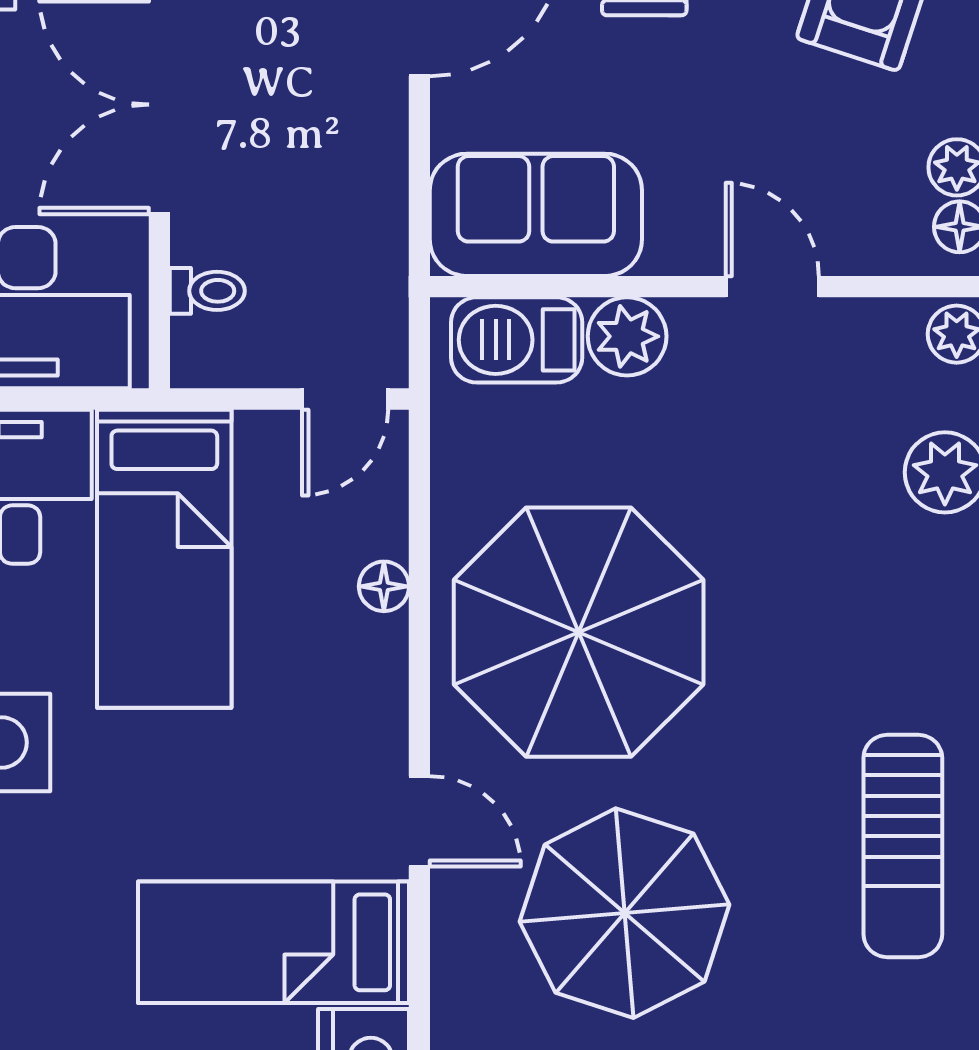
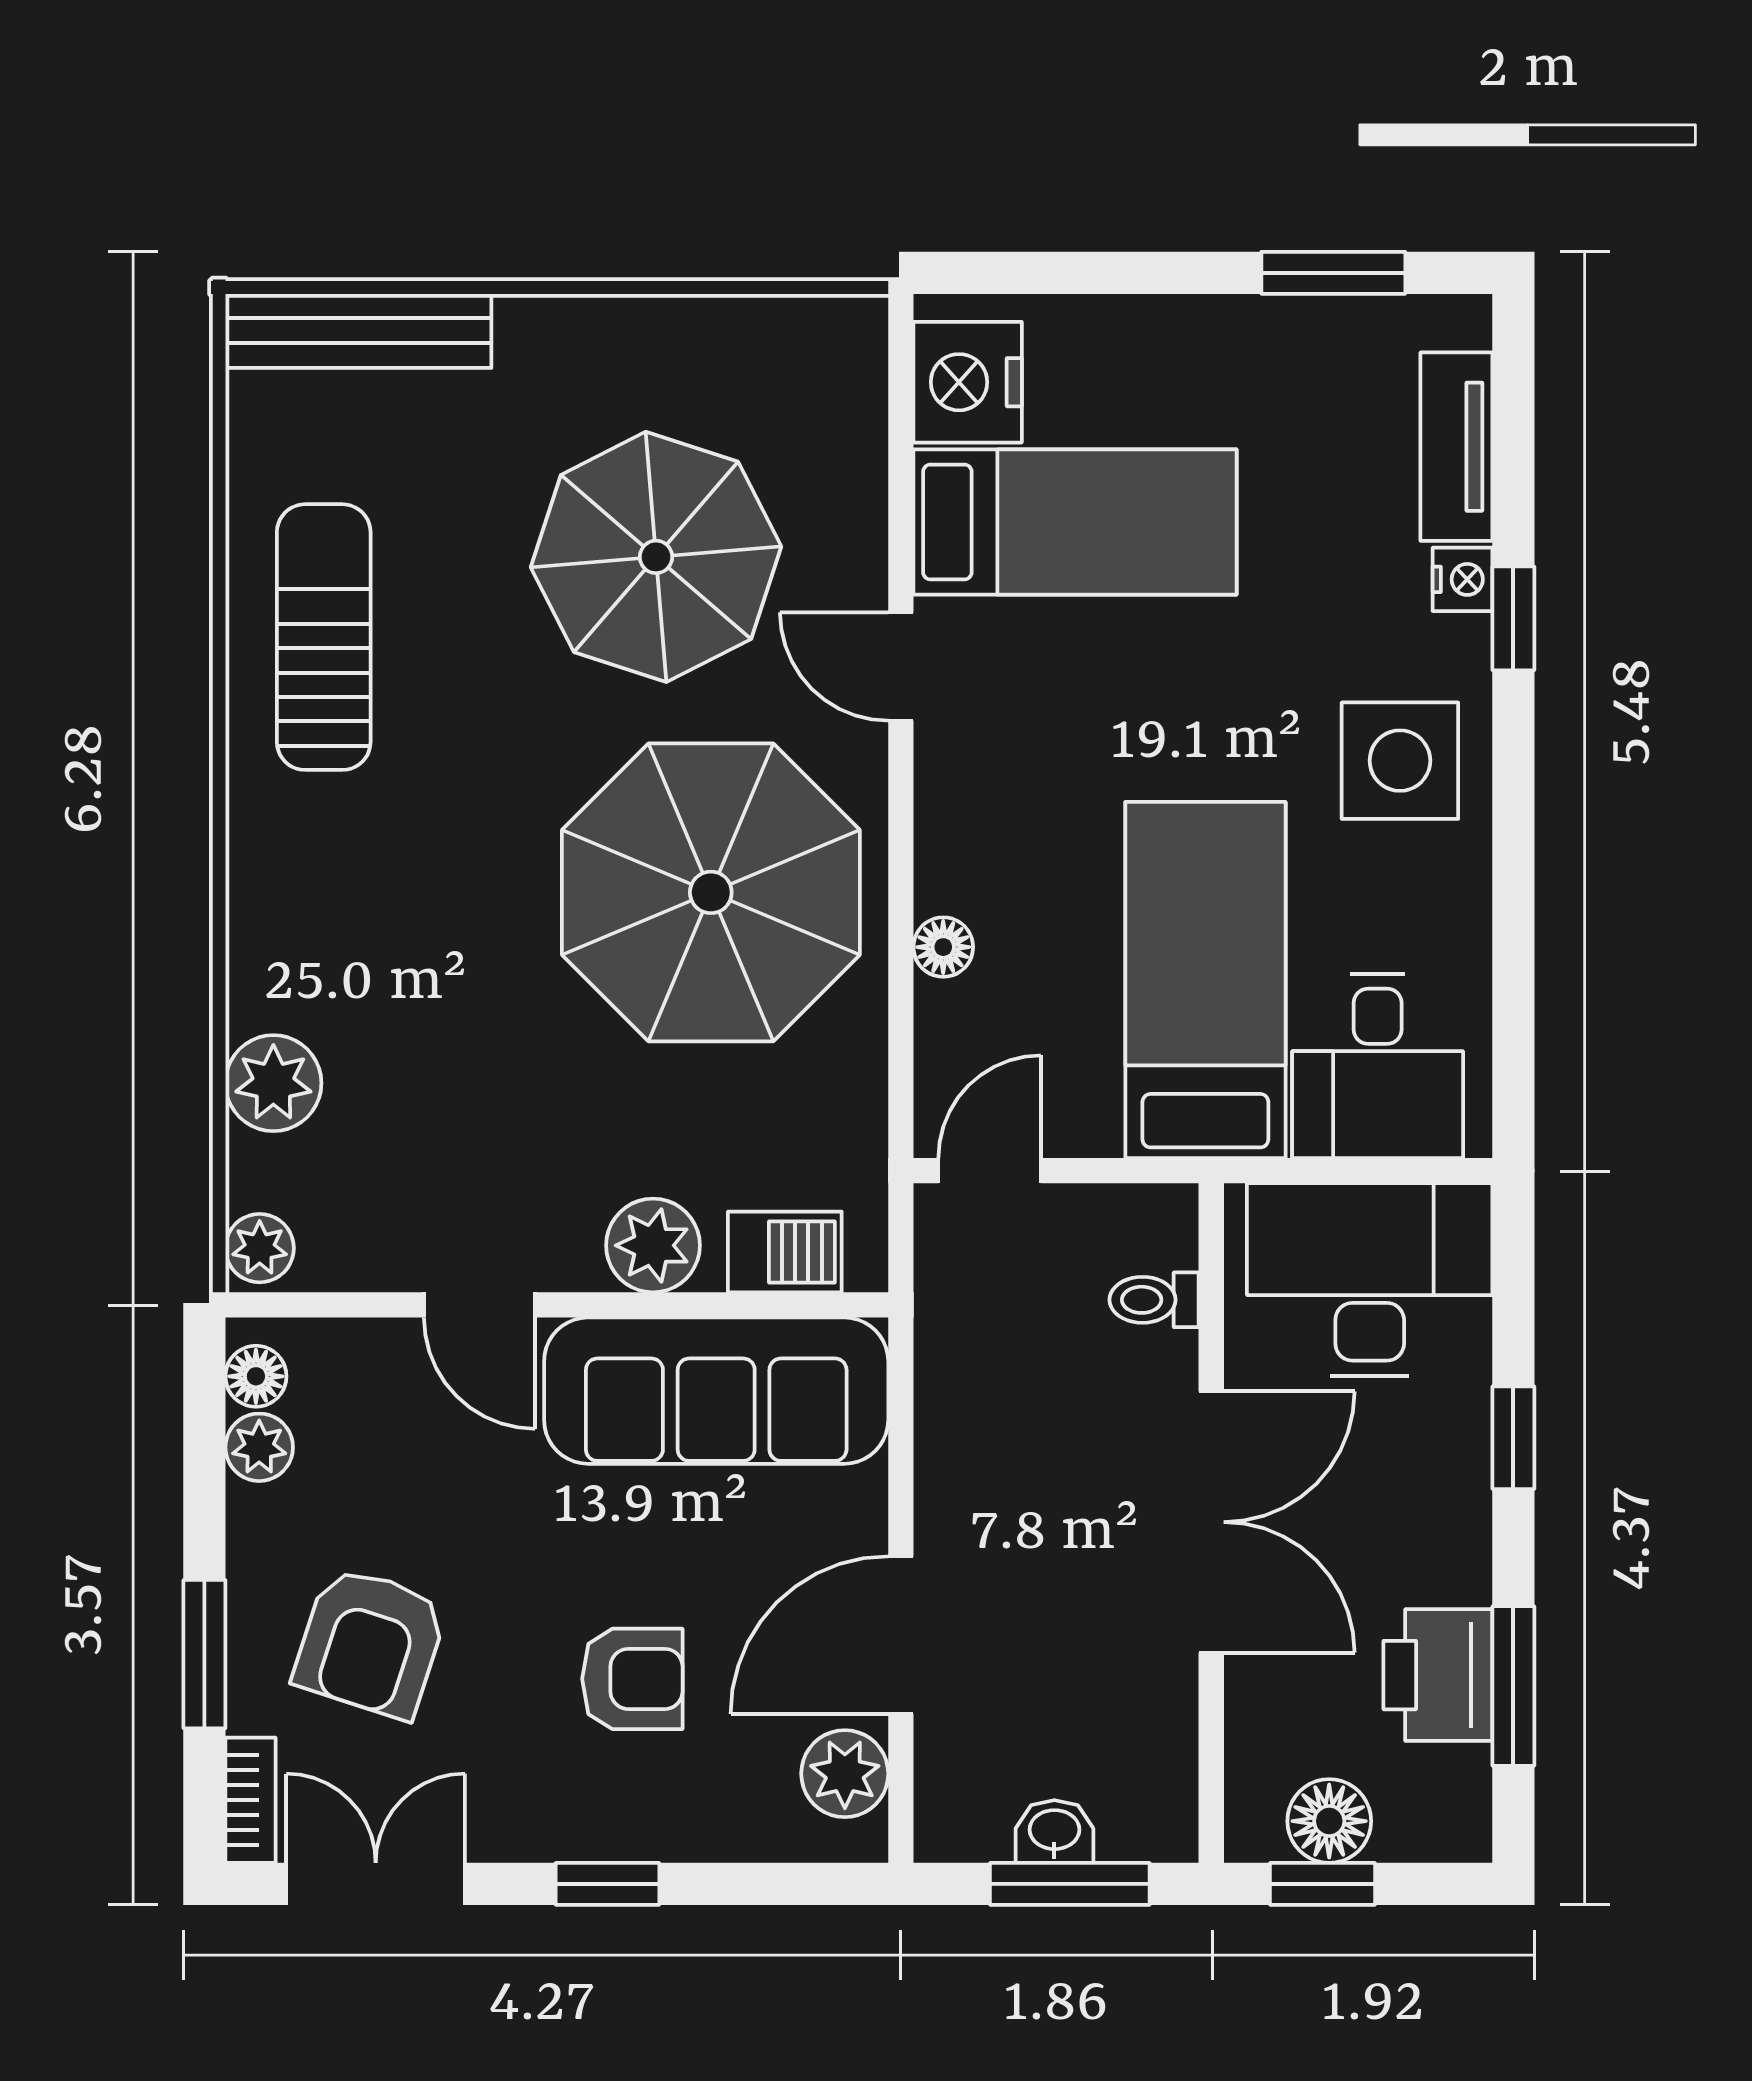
sofa: (536, 215) -> (716, 1391), width x1.36
barbecue: (517, 340) -> (785, 1252), width x0.73, depth x0.79

